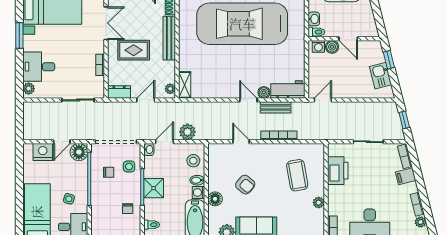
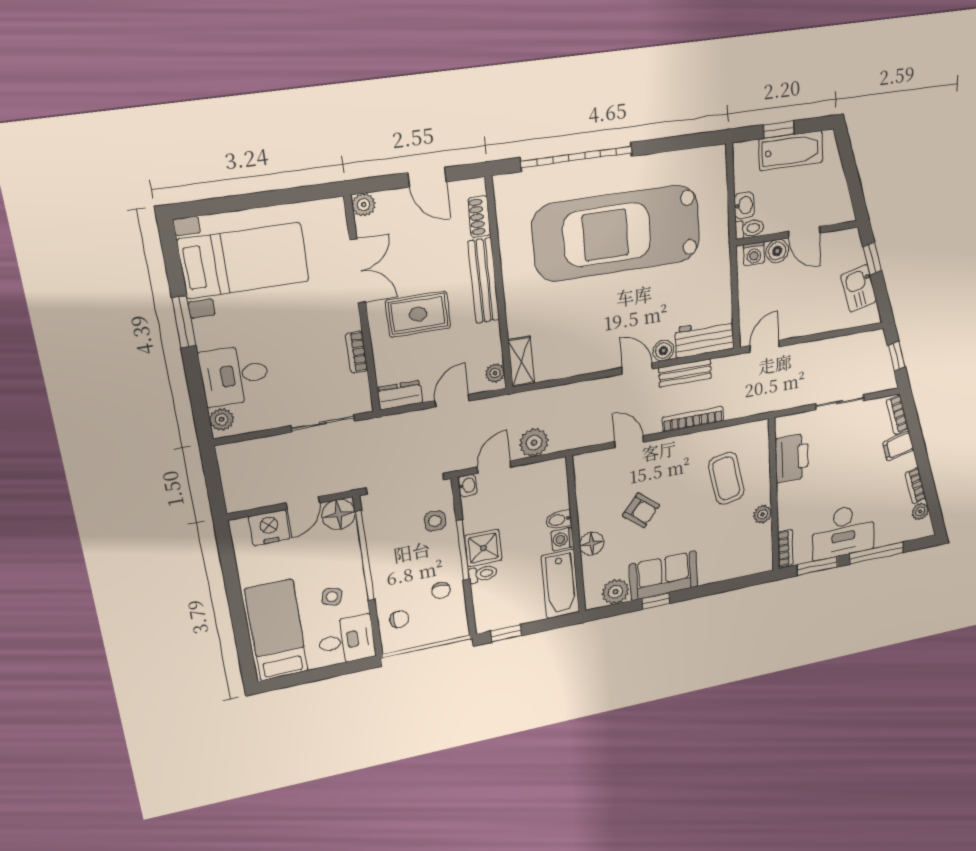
stool: (193, 161) -> (549, 489), removed
chair: (109, 172) -> (399, 619), moved
toilet: (152, 225) -> (483, 574), moved

